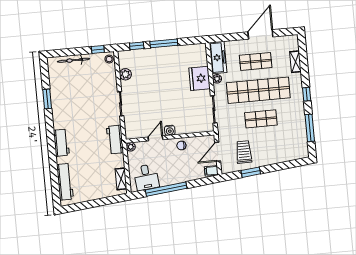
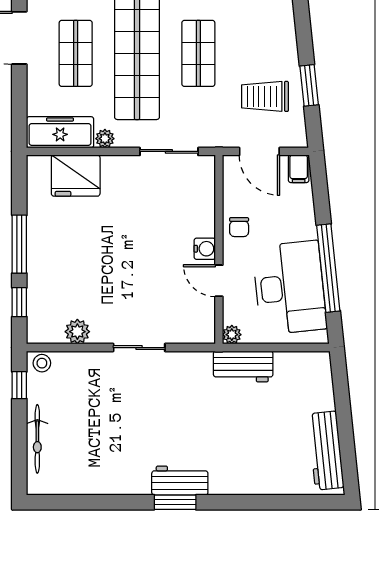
fridge: (199, 78) -> (76, 176), moved
window: (47, 99) -> (175, 502), moved
workbench: (115, 140) -> (243, 366), moved
workbench: (61, 143) -> (180, 481), moved
desk: (146, 177) -> (290, 288), width x1.87, depth x1.30
shelving: (121, 179) -> (298, 361), removed
workbench: (65, 182) -> (326, 451), moved, turned -96

